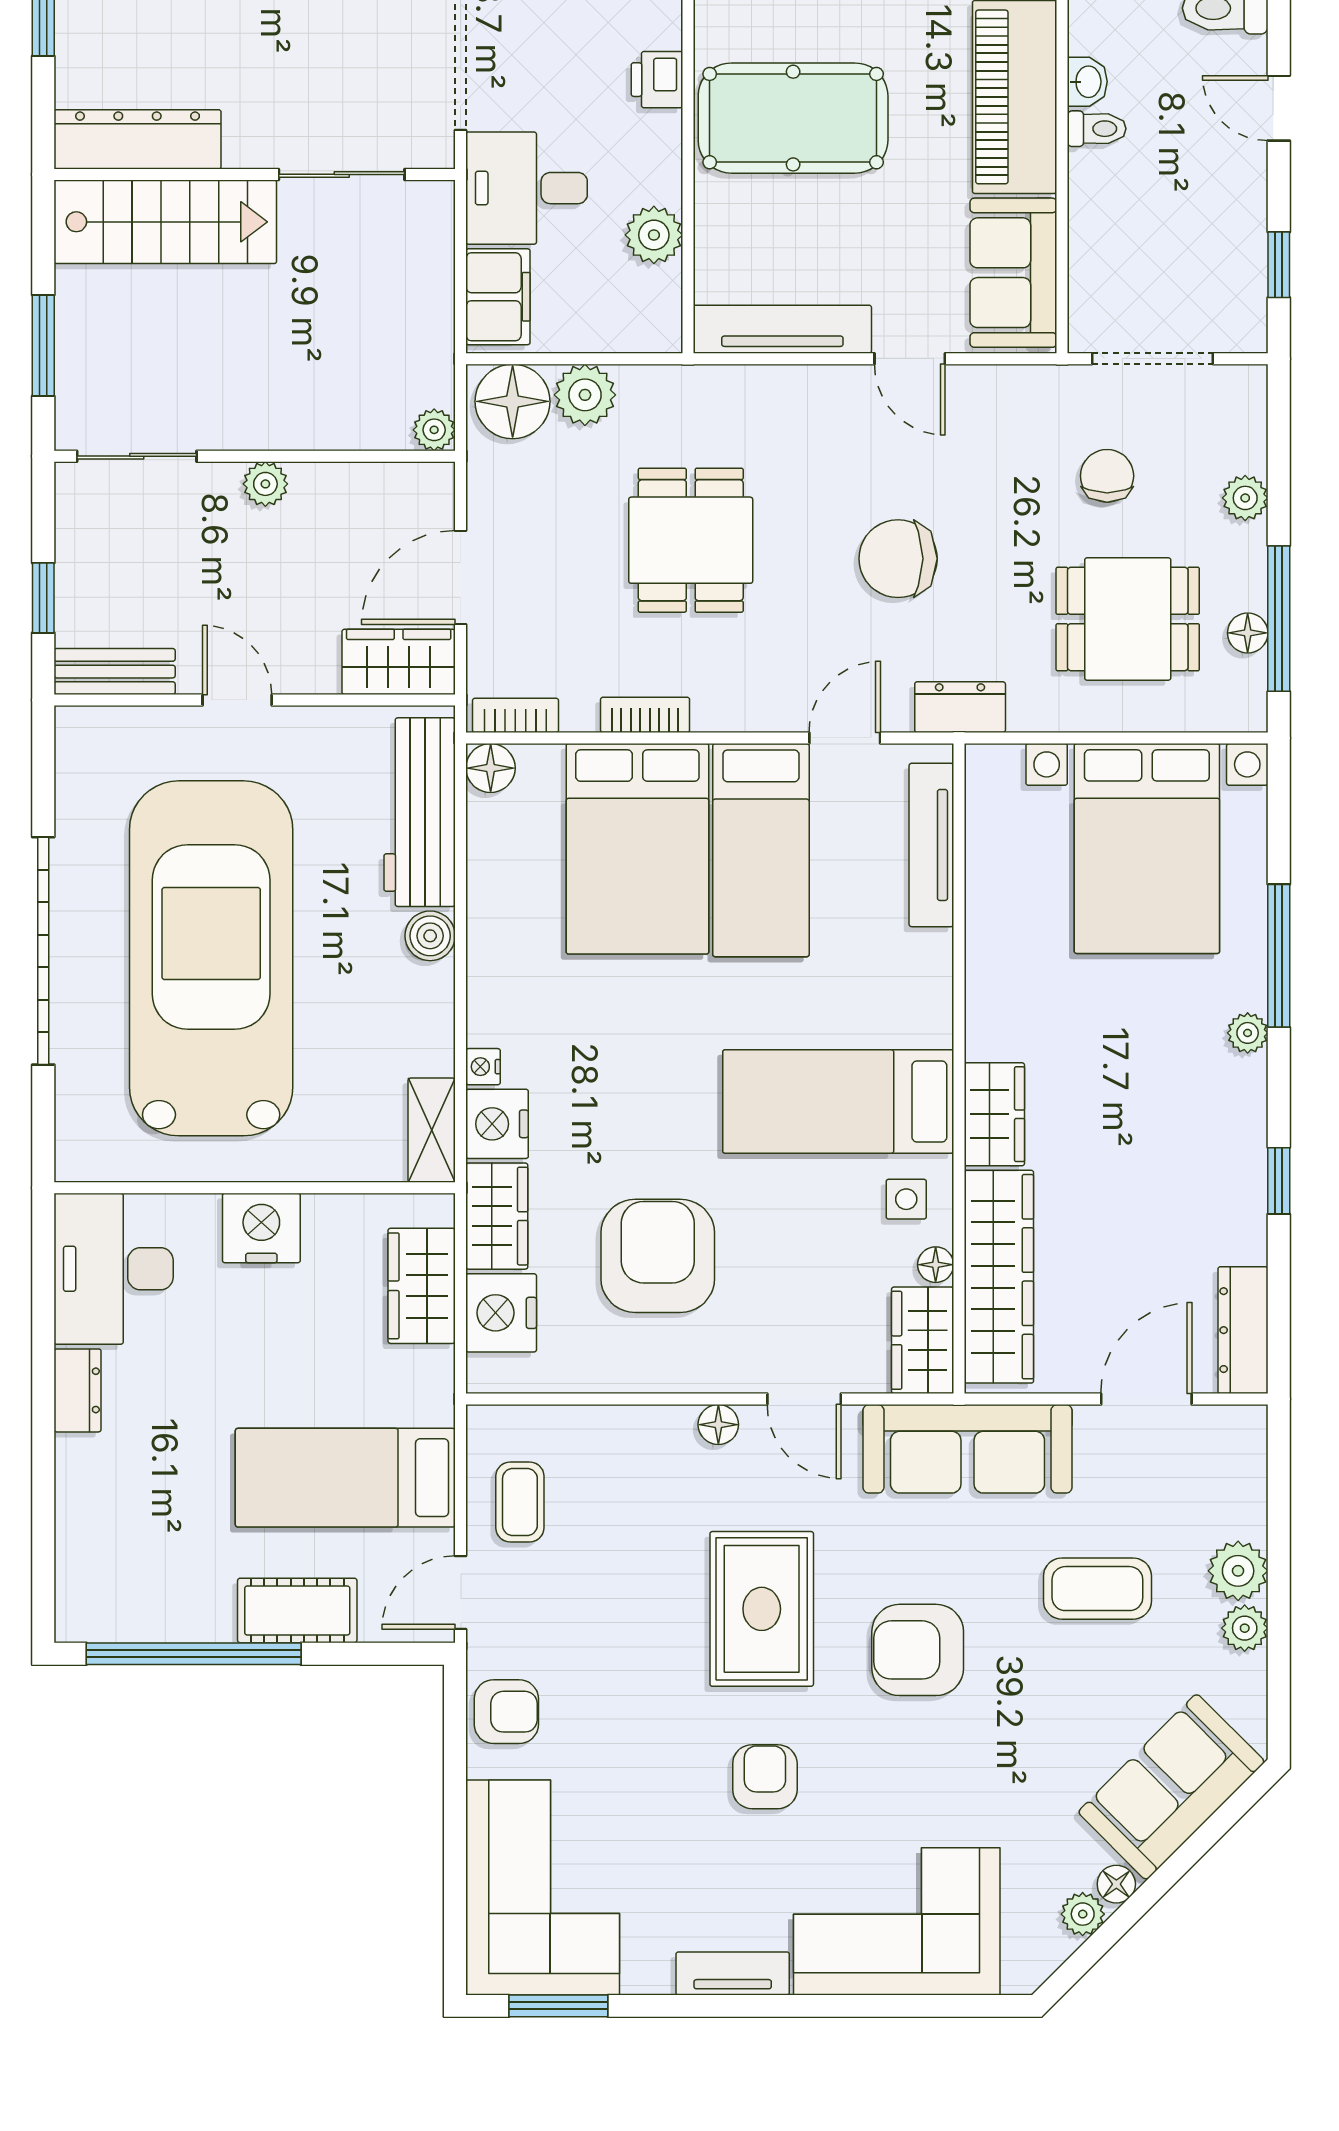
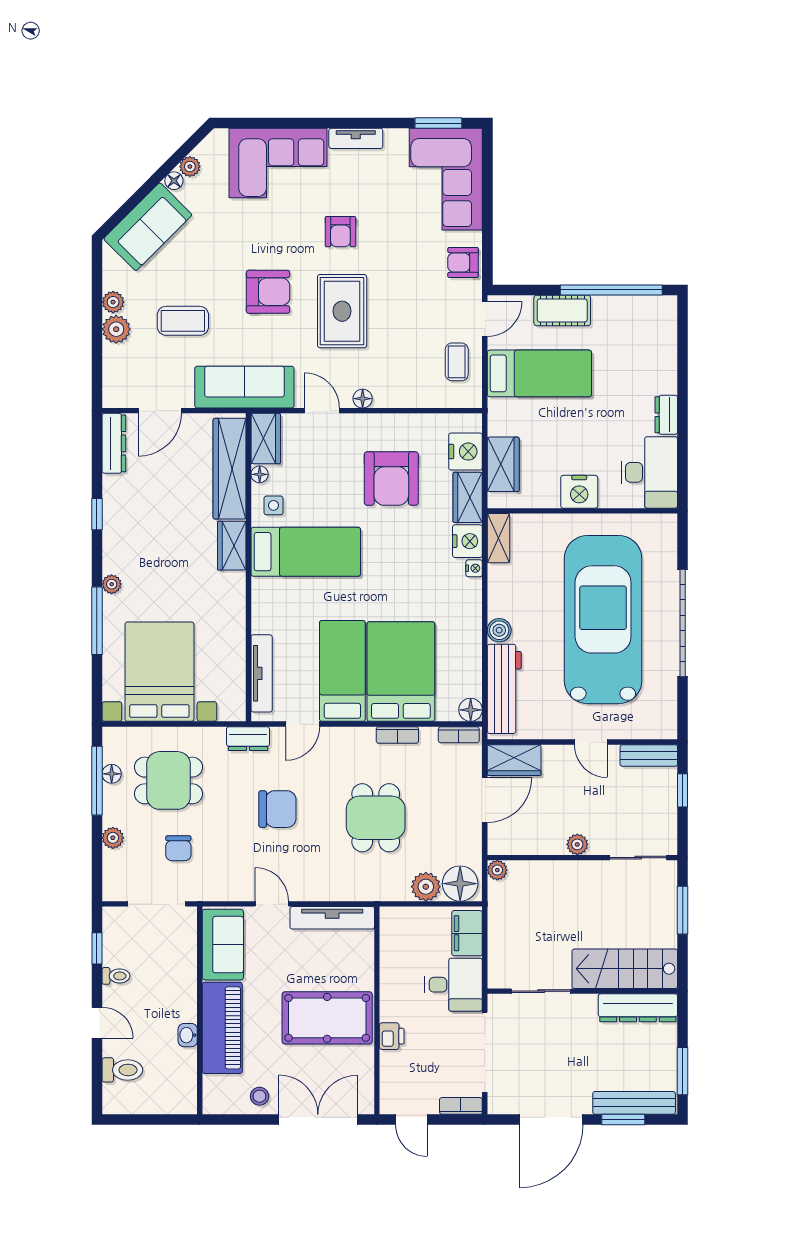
toilet: (1097, 129) -> (116, 976), moved, turned 180
plant: (654, 235) -> (393, 962), removed
car: (211, 958) -> (603, 620), turned 180

